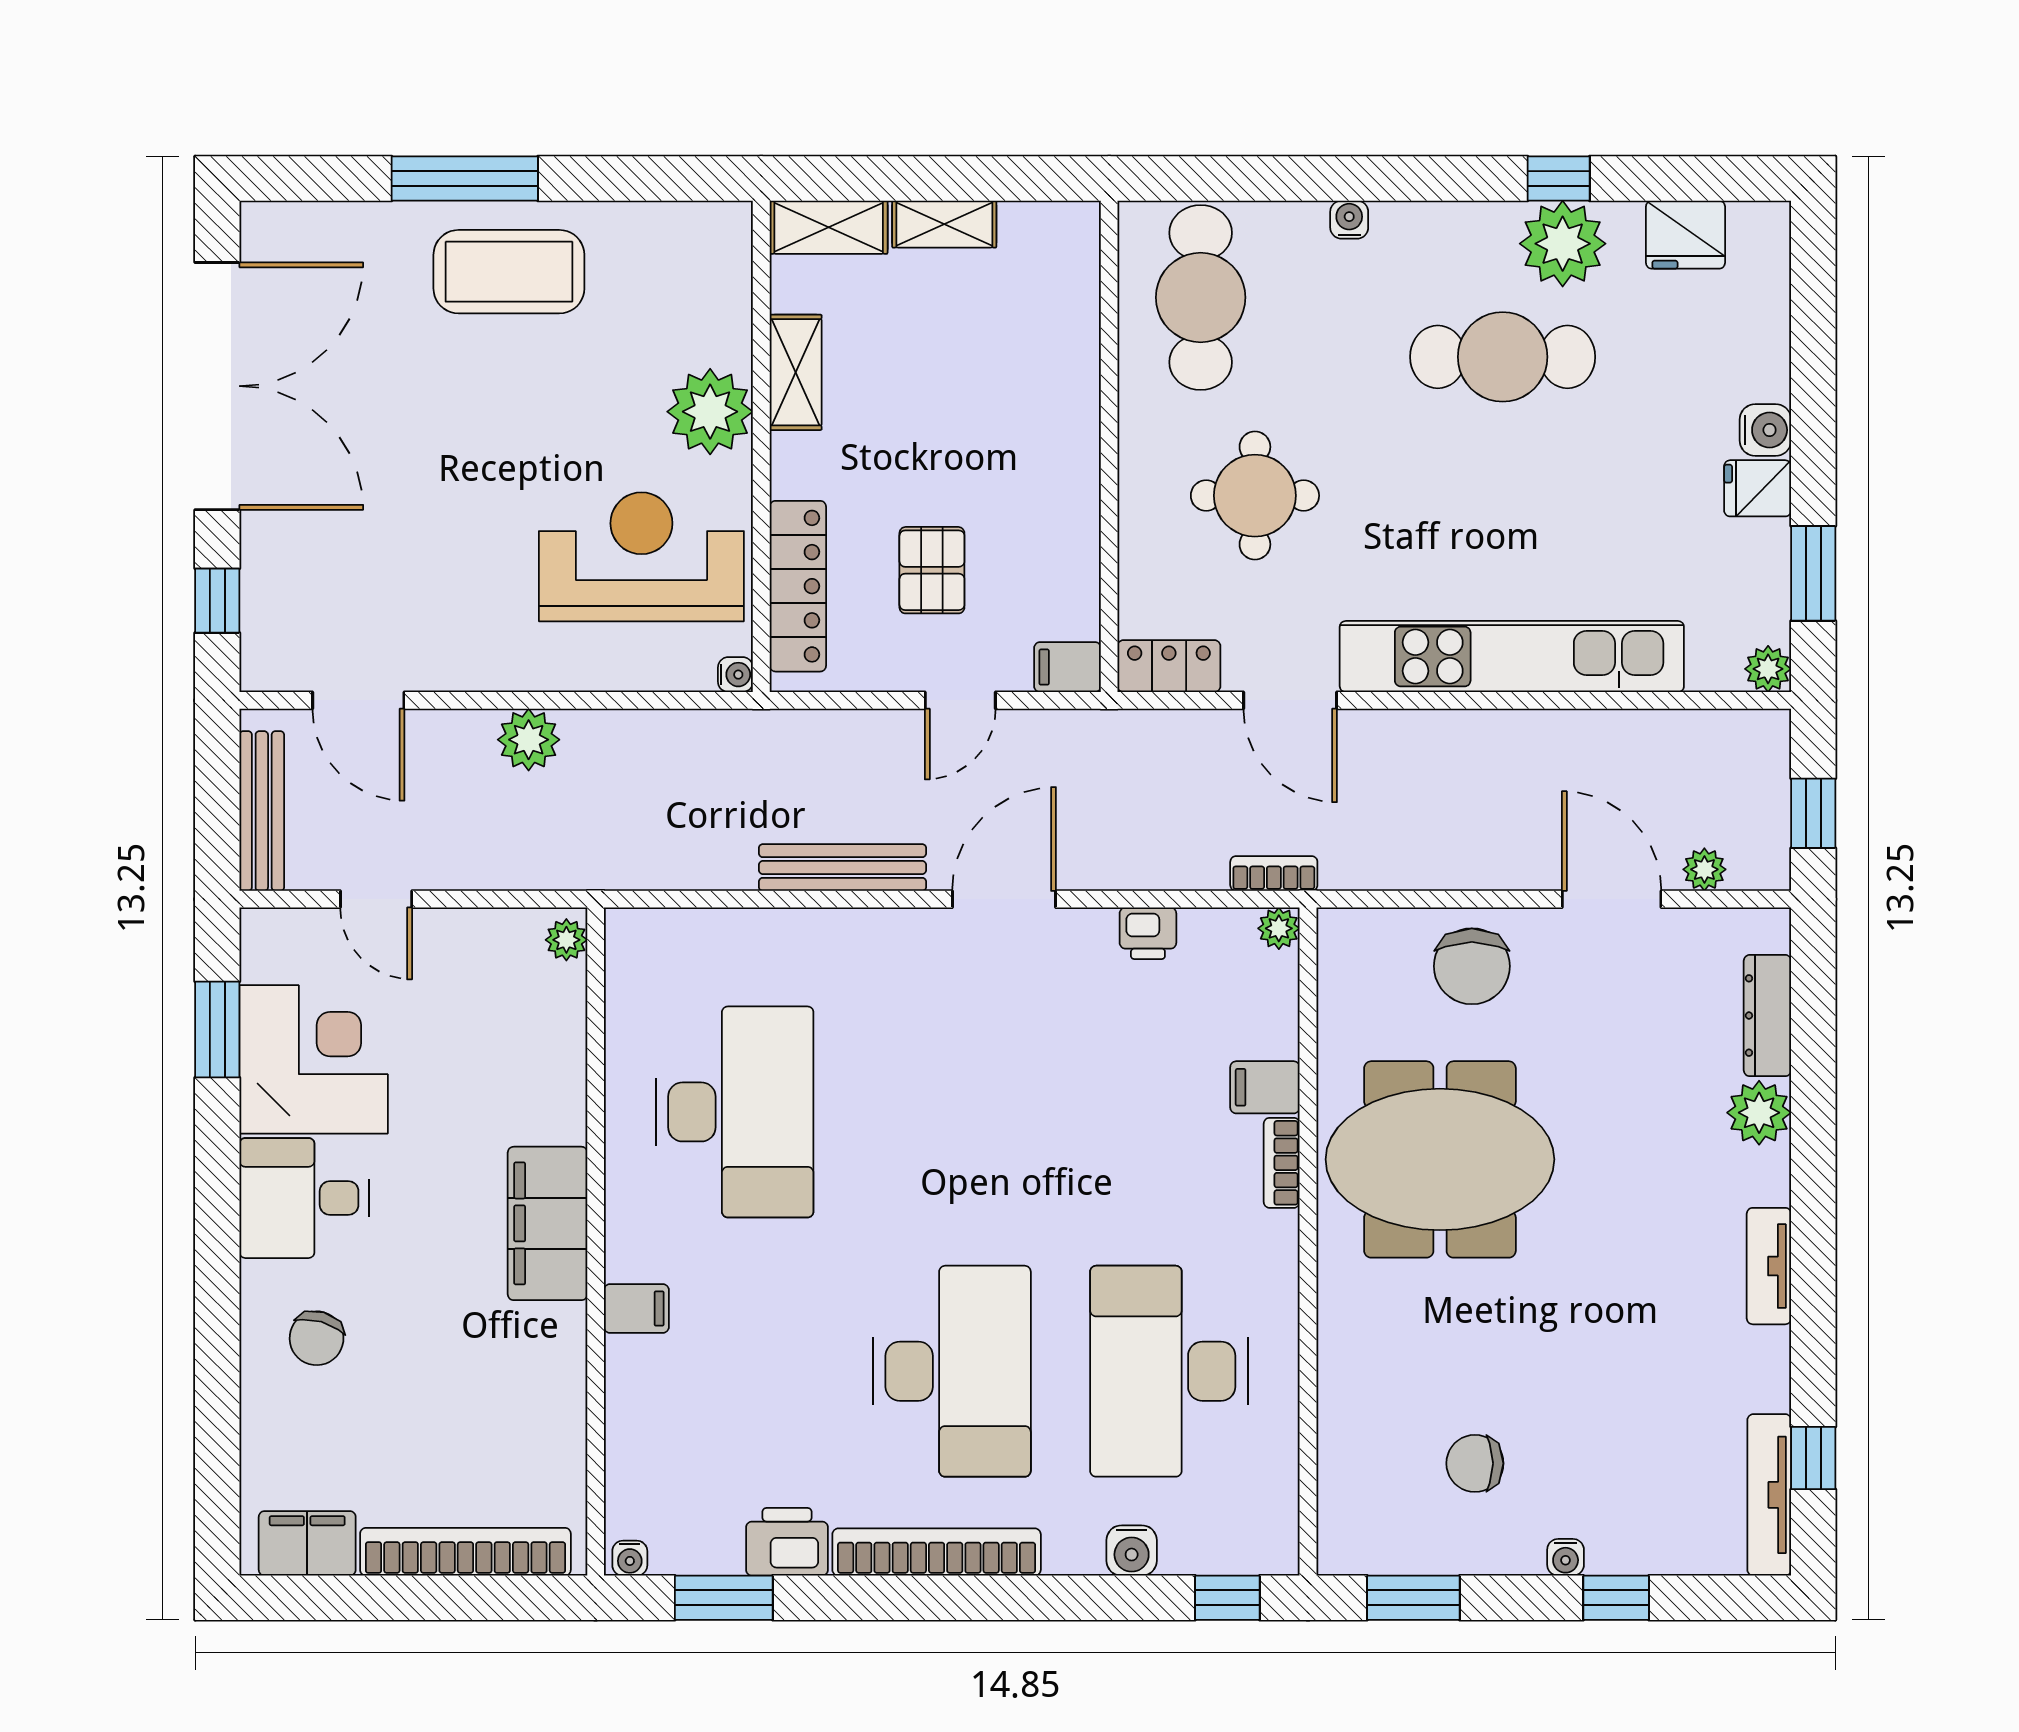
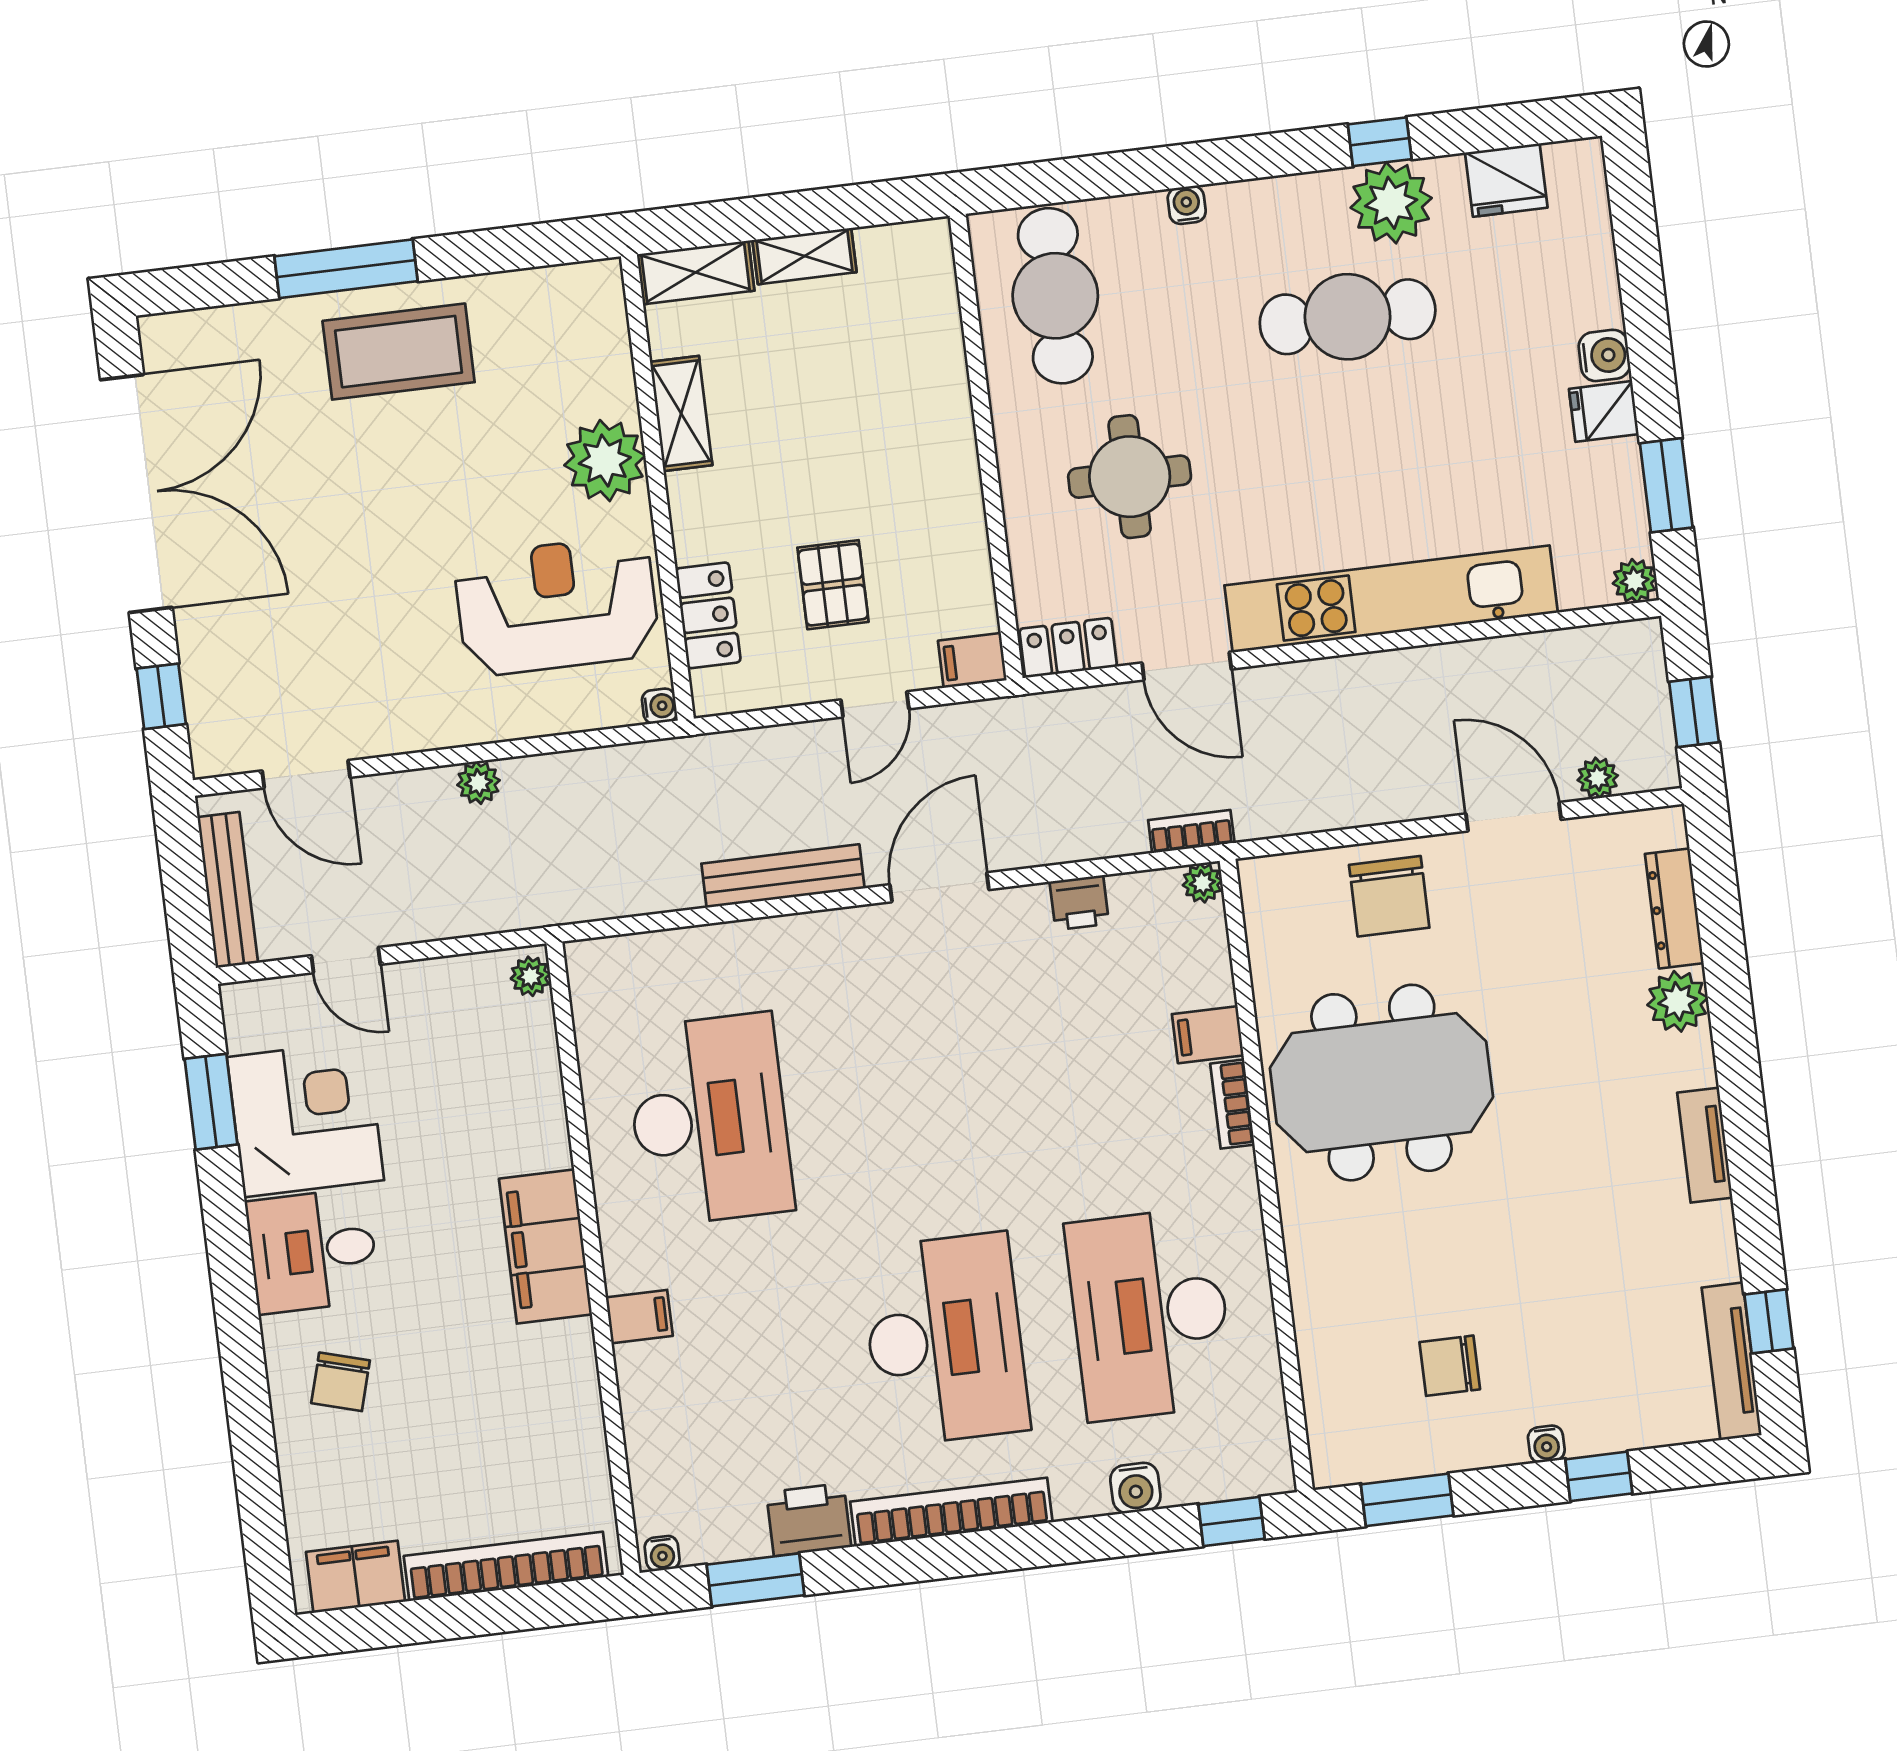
locker: (798, 586) -> (708, 615), width x0.66
plant: (529, 740) -> (478, 783), width x0.73, depth x0.73

